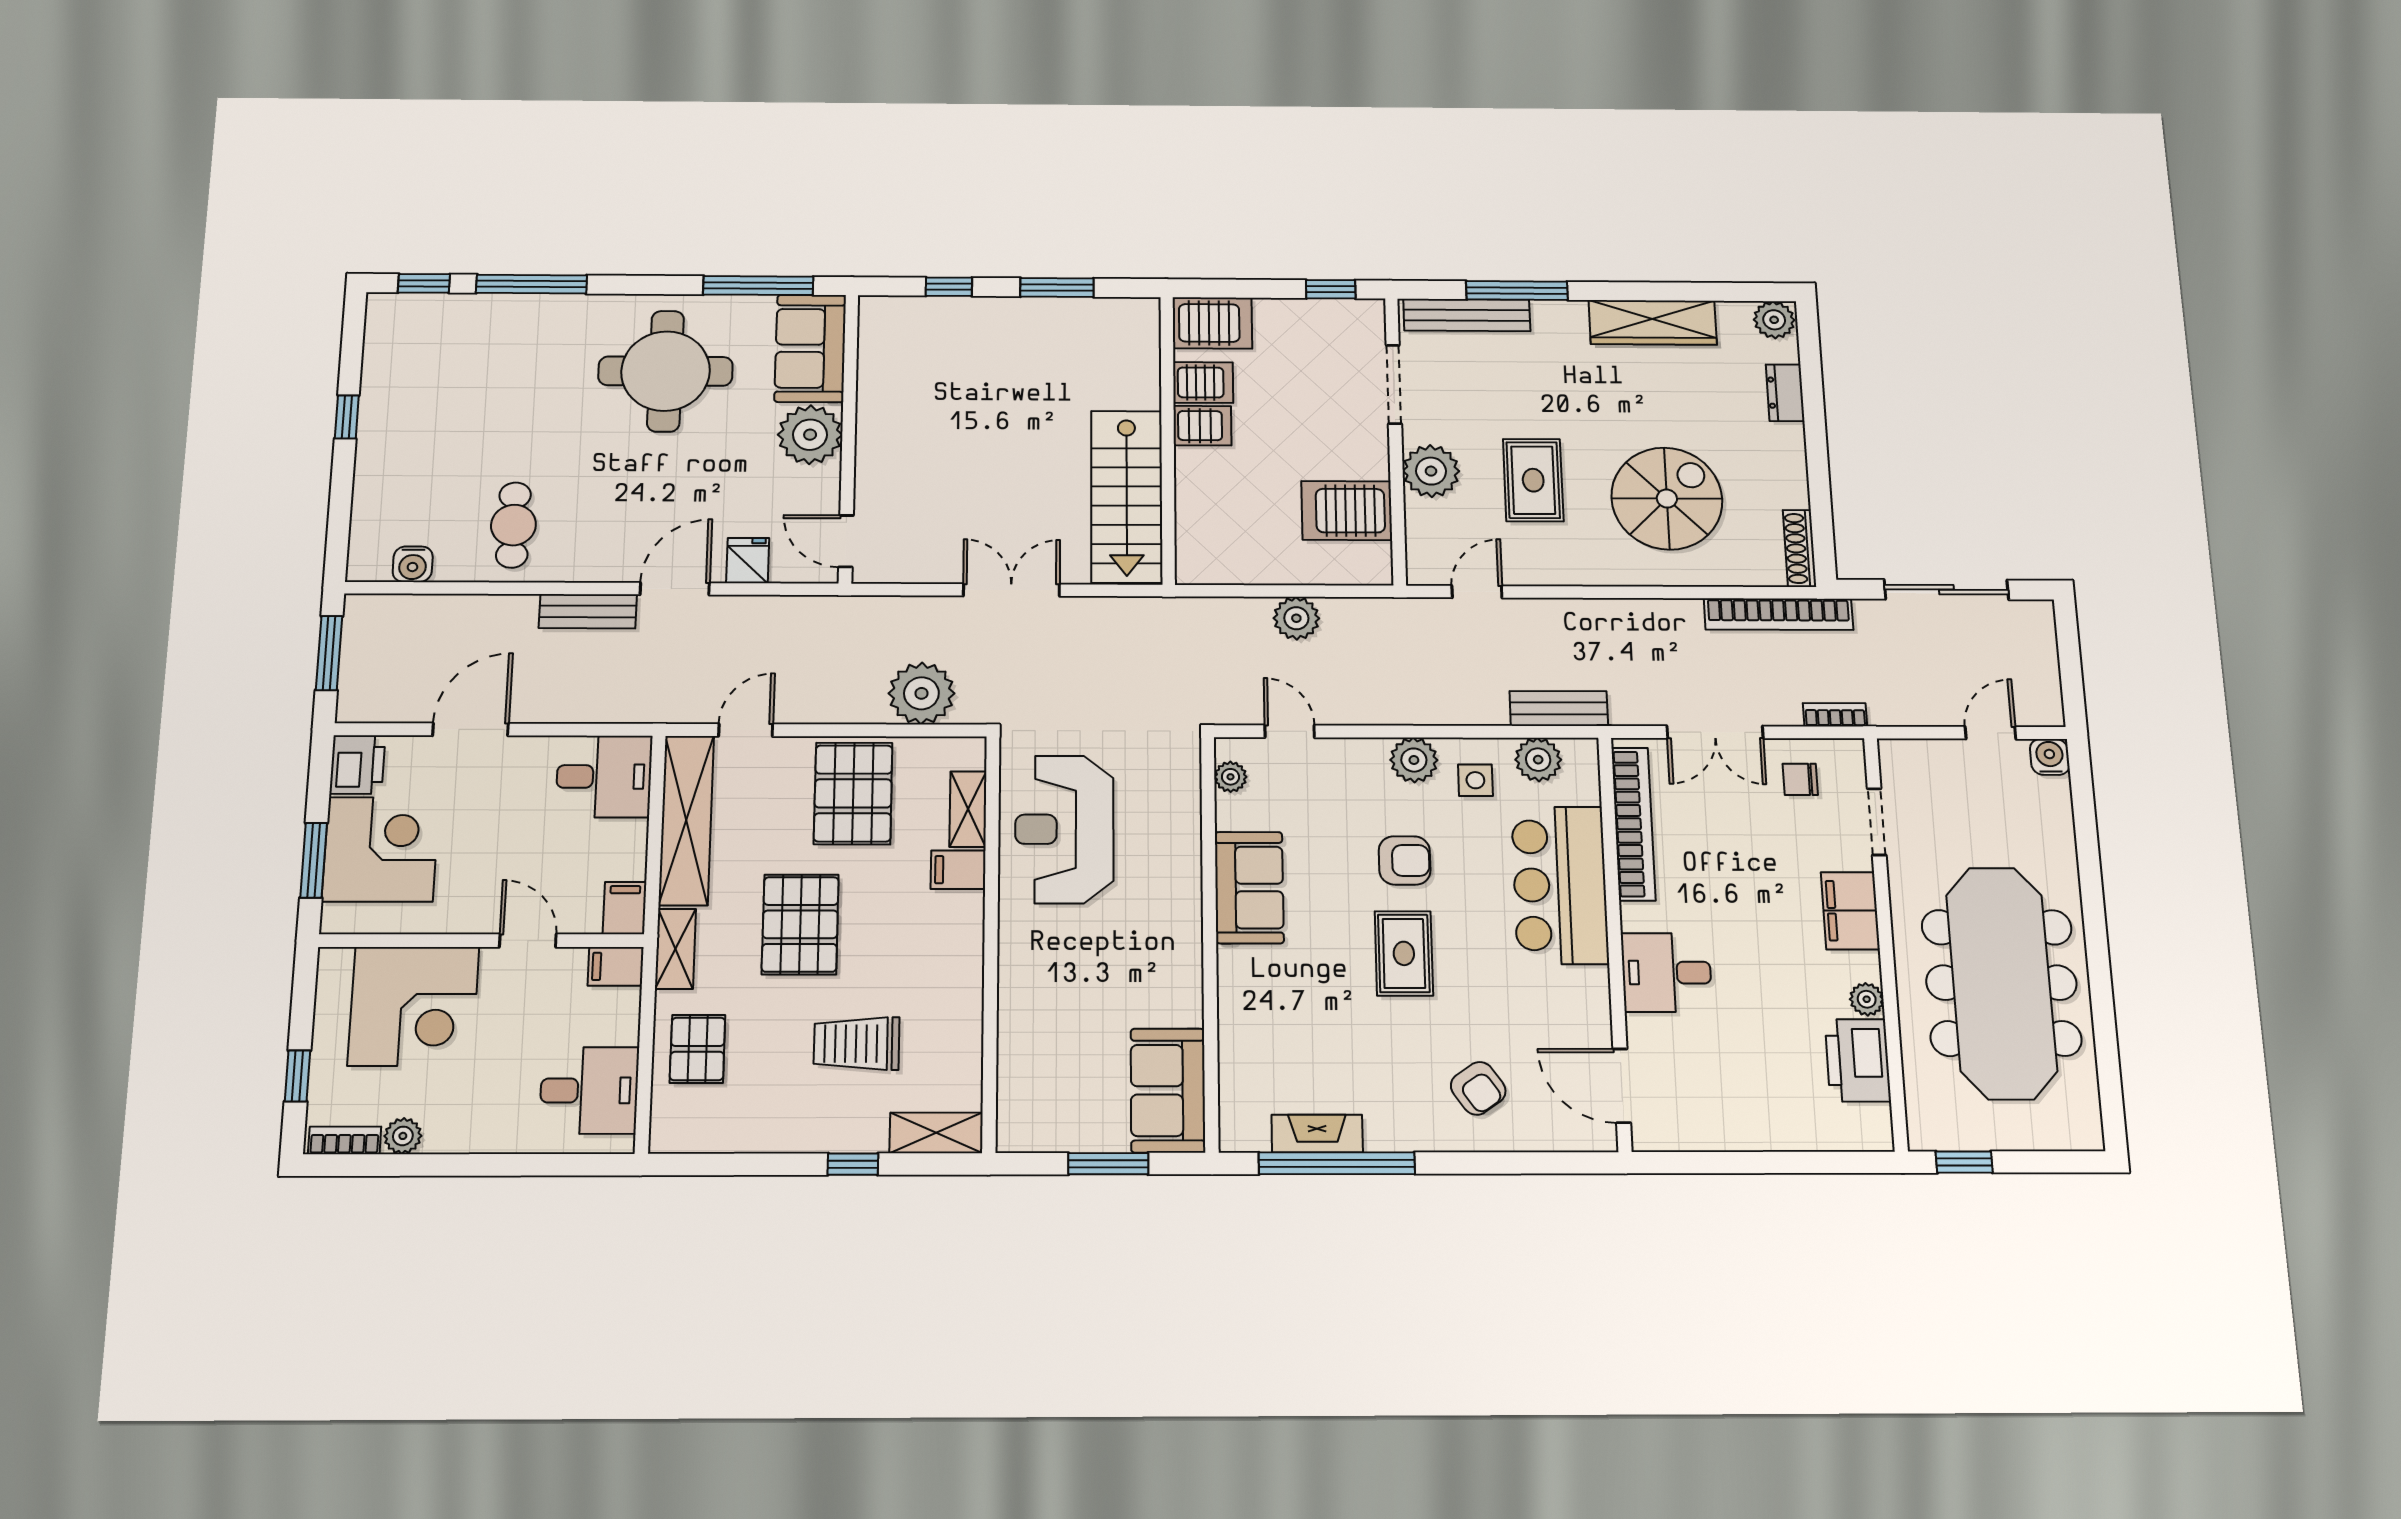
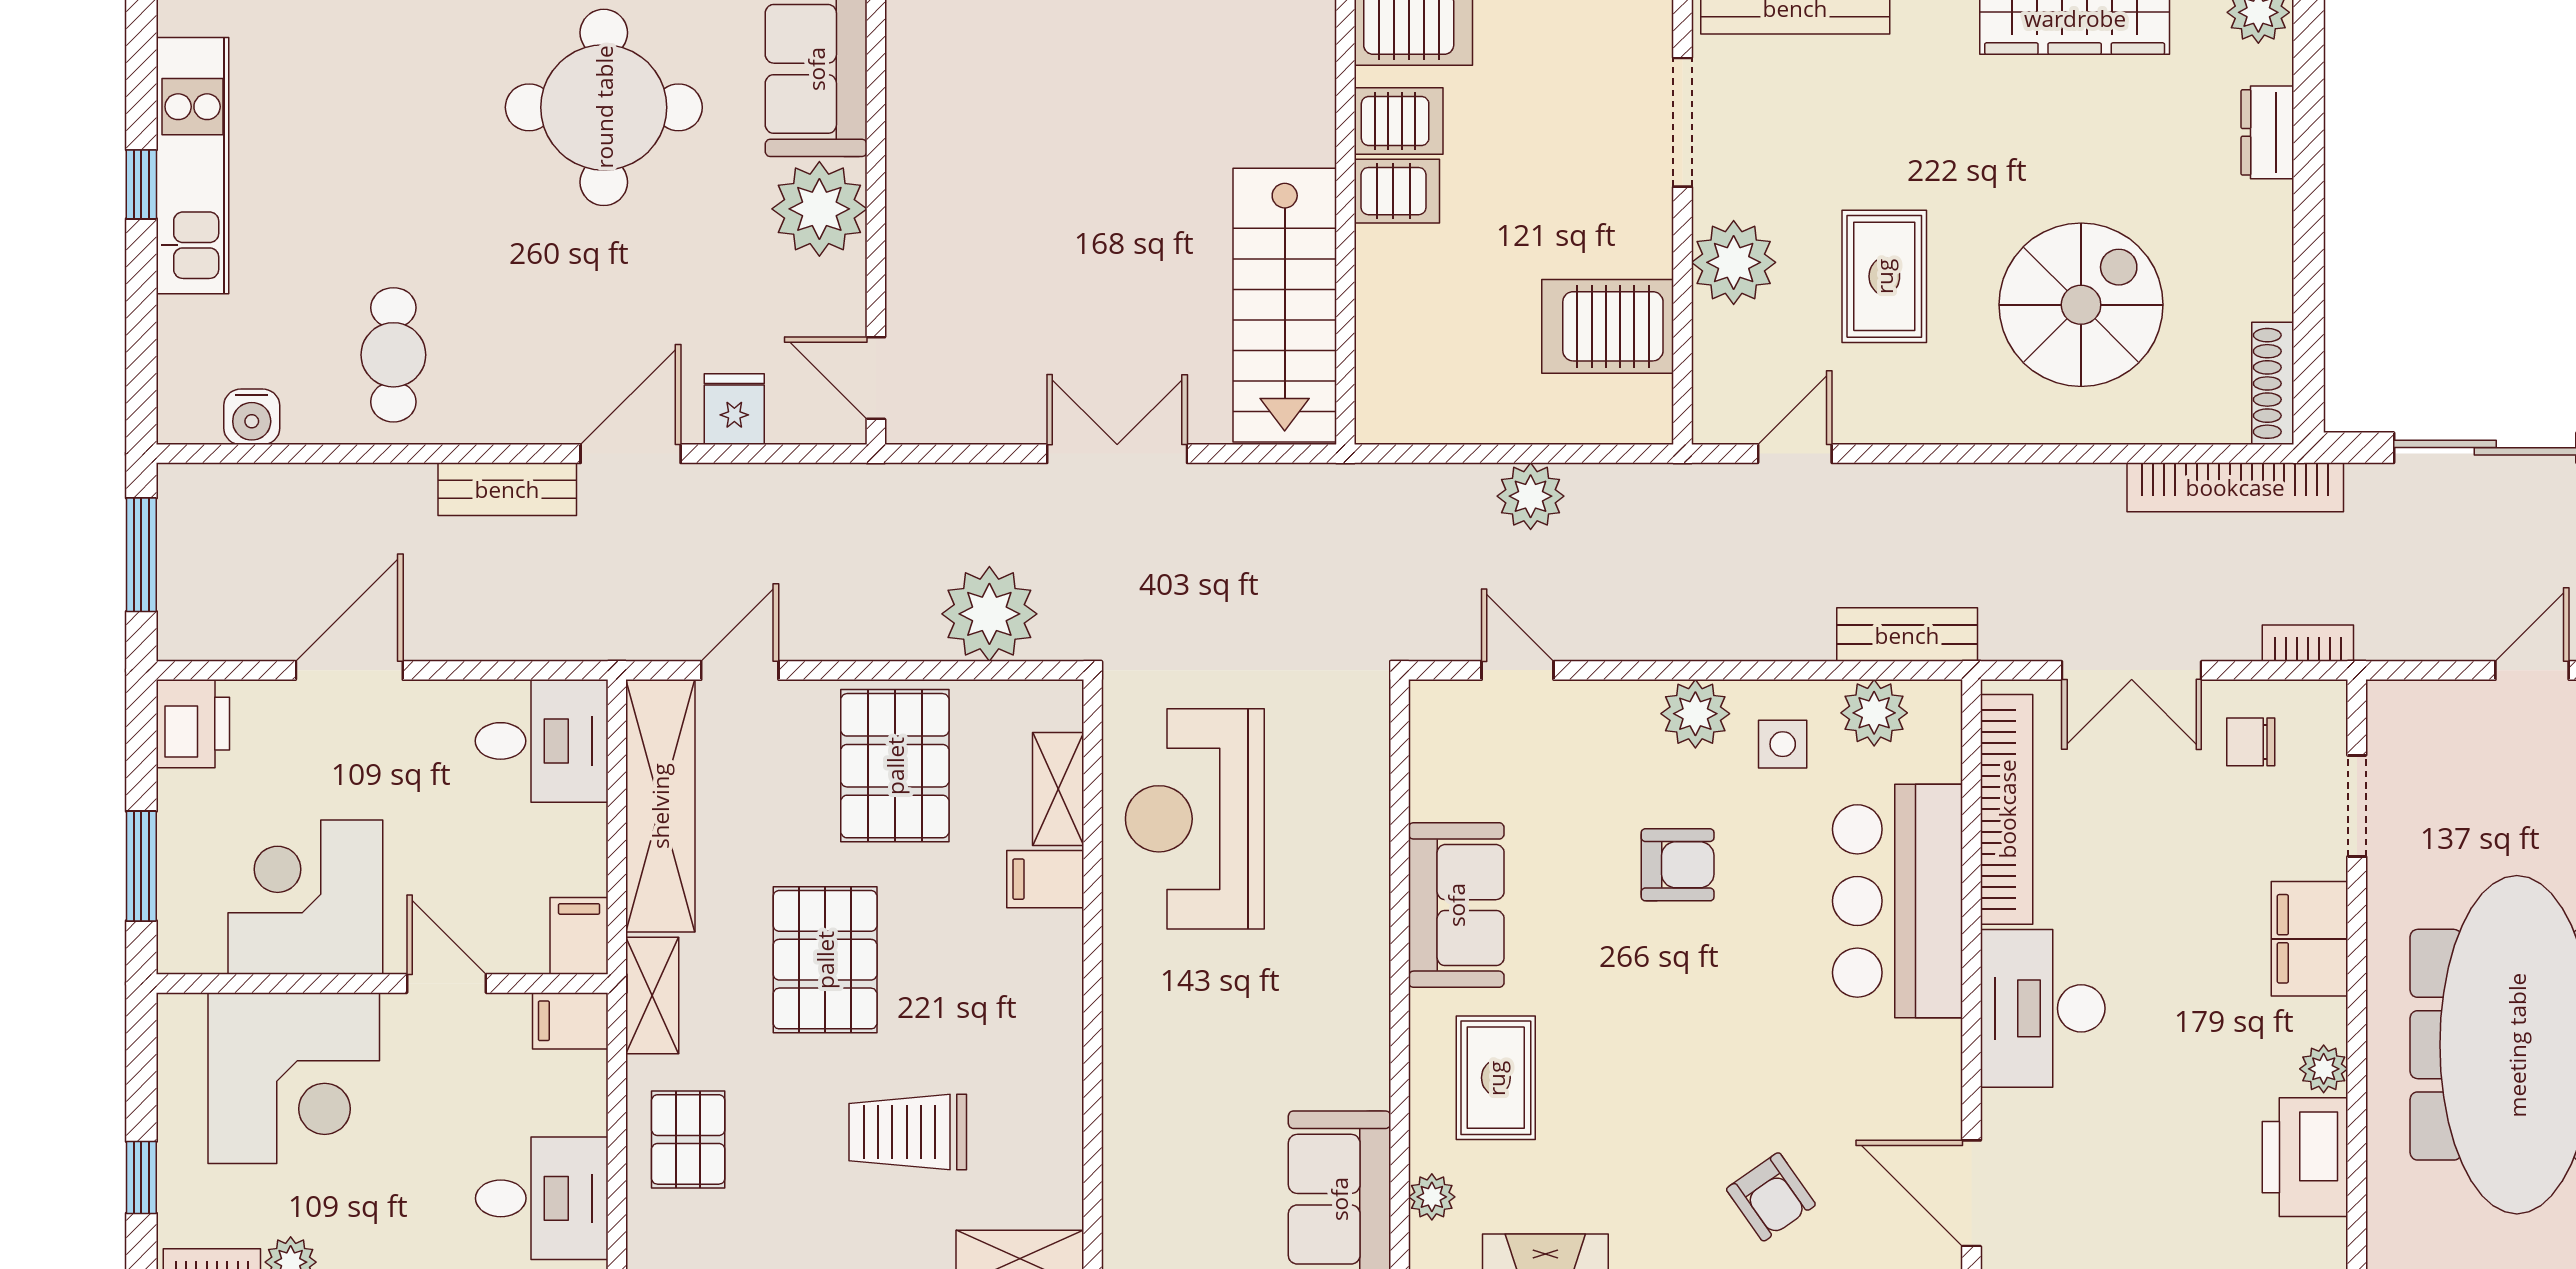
kitchen unit: (383, 406) -> (193, 166), added
plant: (1230, 777) -> (1432, 1197), moved
corner desk: (381, 849) -> (305, 897), moved, turned -90
rug: (1404, 953) -> (1496, 1078), moved
desk: (1666, 973) -> (2043, 1008), width x1.37

